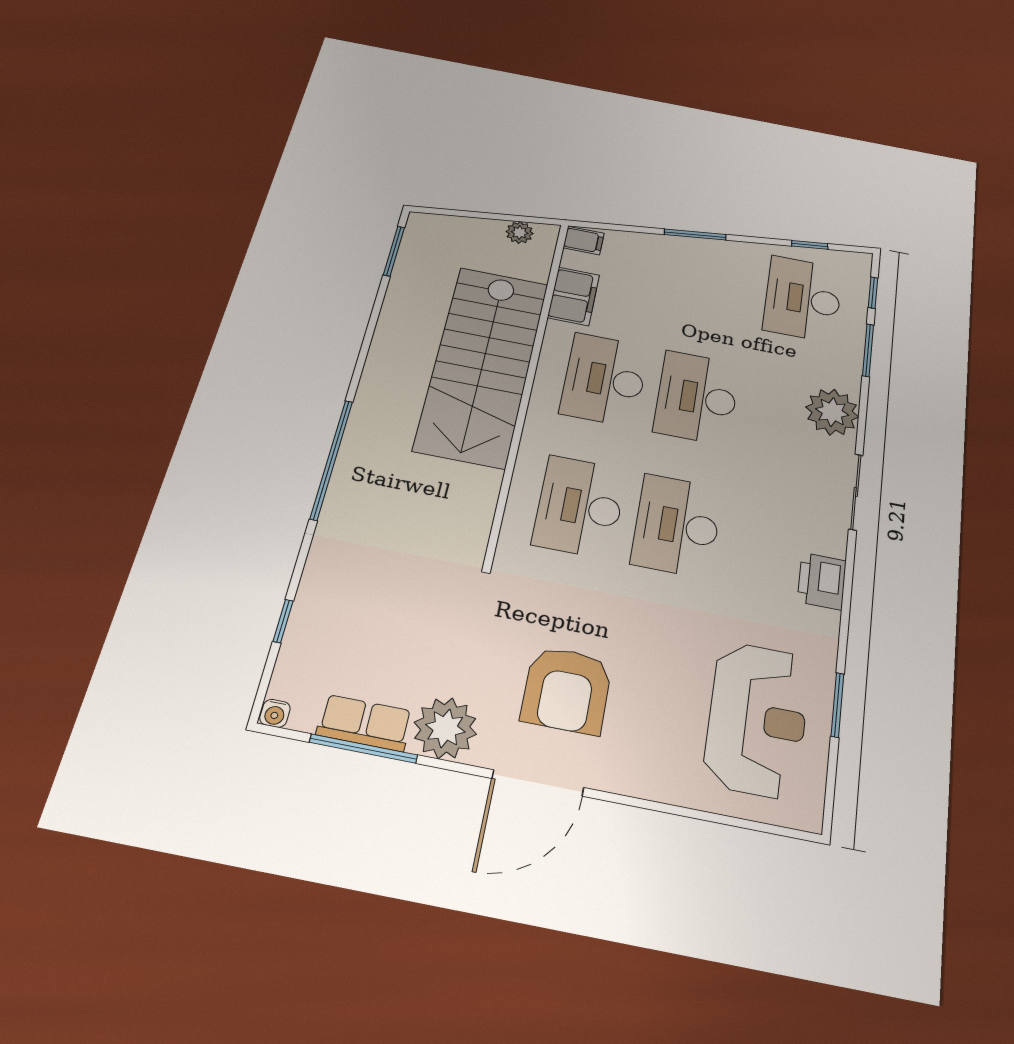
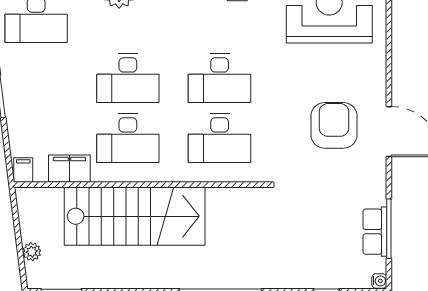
plant: (520, 233) -> (32, 252), moved
armchair: (567, 690) -> (334, 125), turned -90
plant: (445, 728) -> (369, 188), removed

